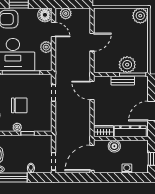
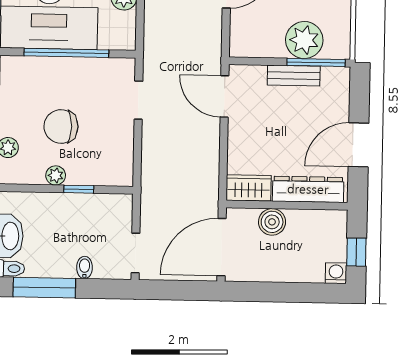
chair: (19, 105) -> (61, 126), turned 180
washing machine: (127, 169) -> (336, 273), moved

